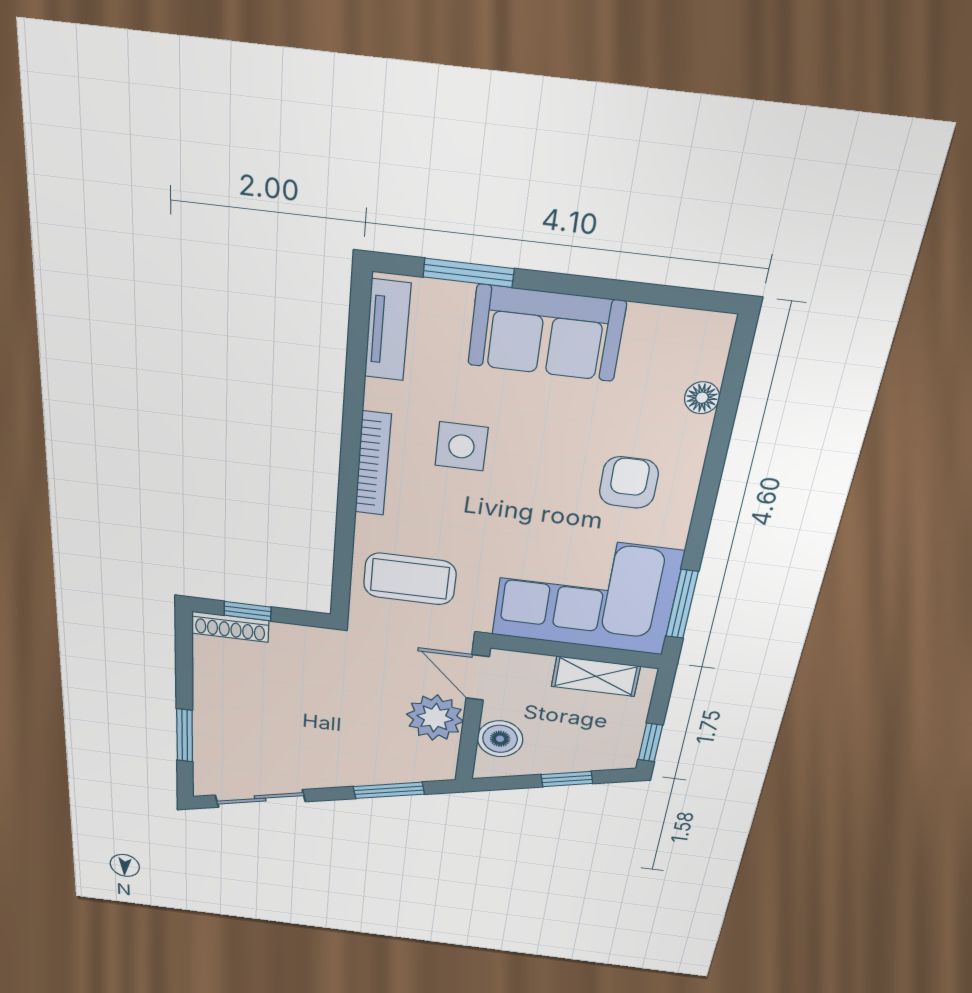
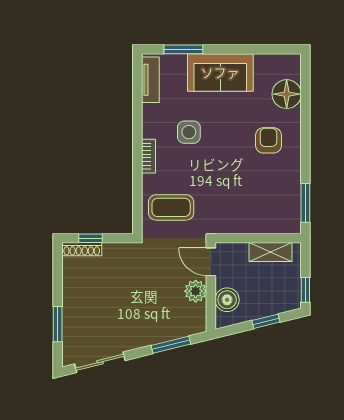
floor lamp: (702, 398) -> (287, 94), width x1.89, depth x1.89
bookcase: (373, 464) -> (148, 156), width x0.64
corner sofa: (586, 593) -> (258, 203), removed
plant: (435, 718) -> (196, 291), width x0.73, depth x0.73

